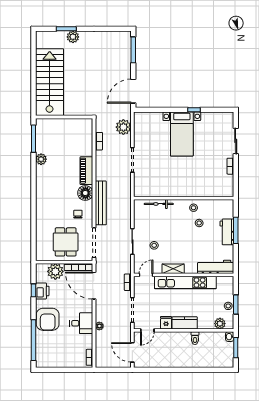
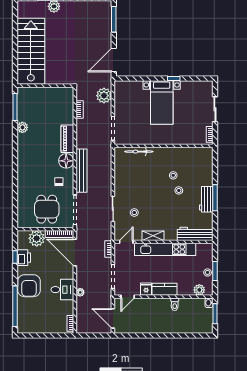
wall: (184, 198) -> (163, 146), moved
bicycle: (159, 204) -> (139, 152), moved

